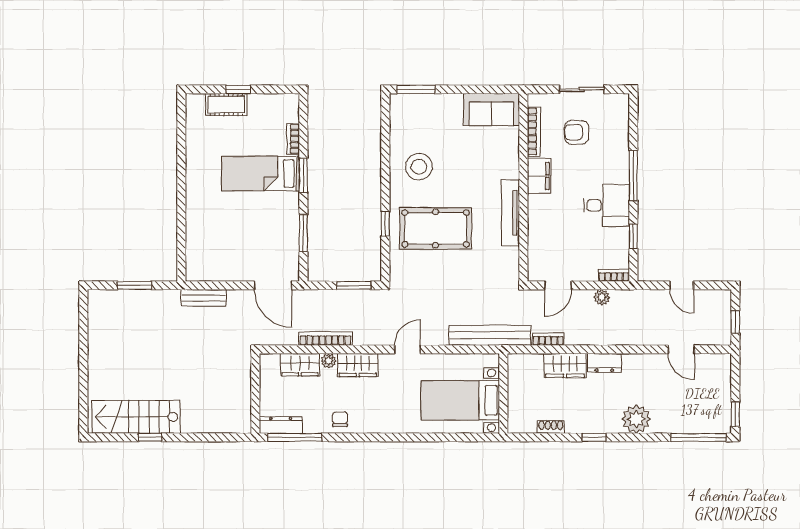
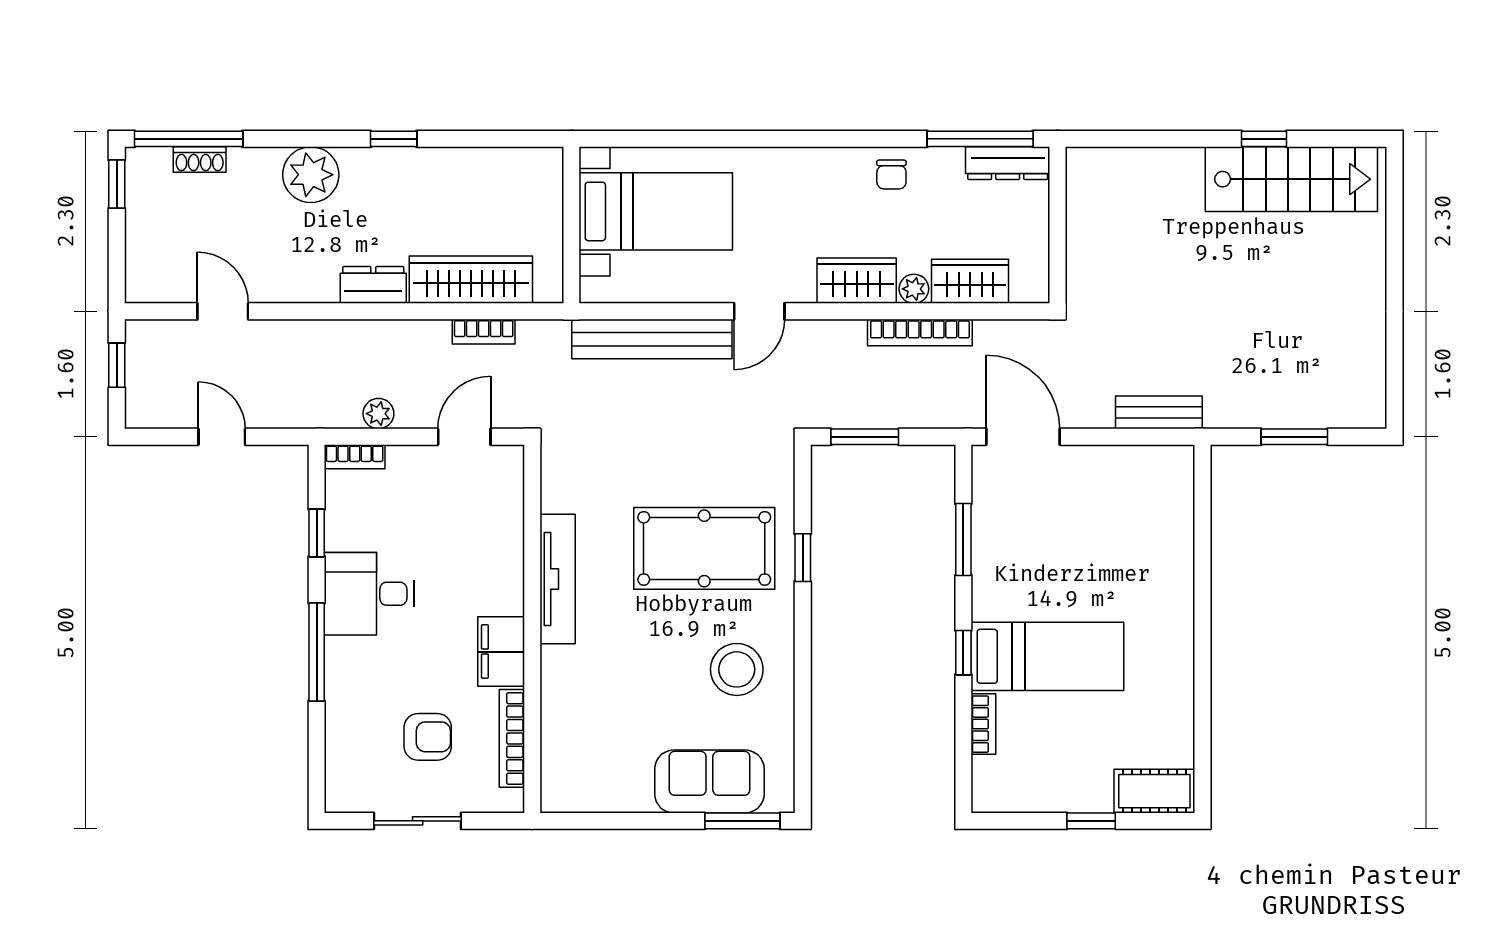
cot: (226, 105) -> (1154, 791), moved
sofa: (491, 110) -> (709, 781), moved
window: (303, 175) -> (963, 653), width x0.67
bench: (490, 335) -> (652, 339), moved
wardrobe: (565, 366) -> (471, 280), width x1.50
shoe rack: (551, 427) -> (200, 159), moved

